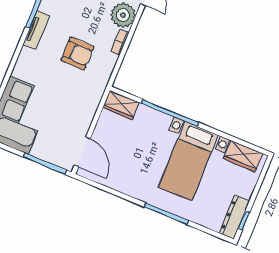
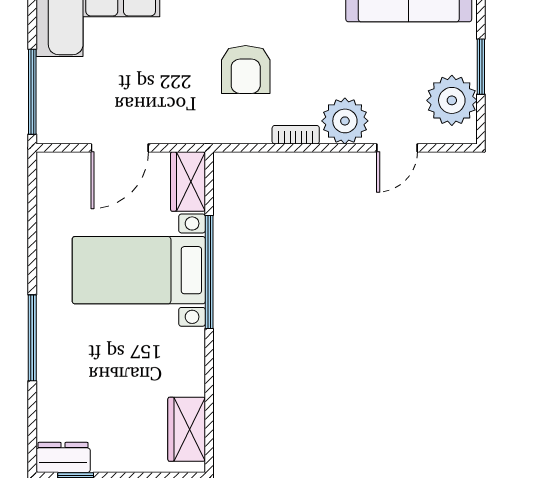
door: (82, 152) -> (120, 148), moved
bed with nightstands: (188, 161) -> (139, 270), moved
dresser: (234, 217) -> (63, 457), width x0.70

